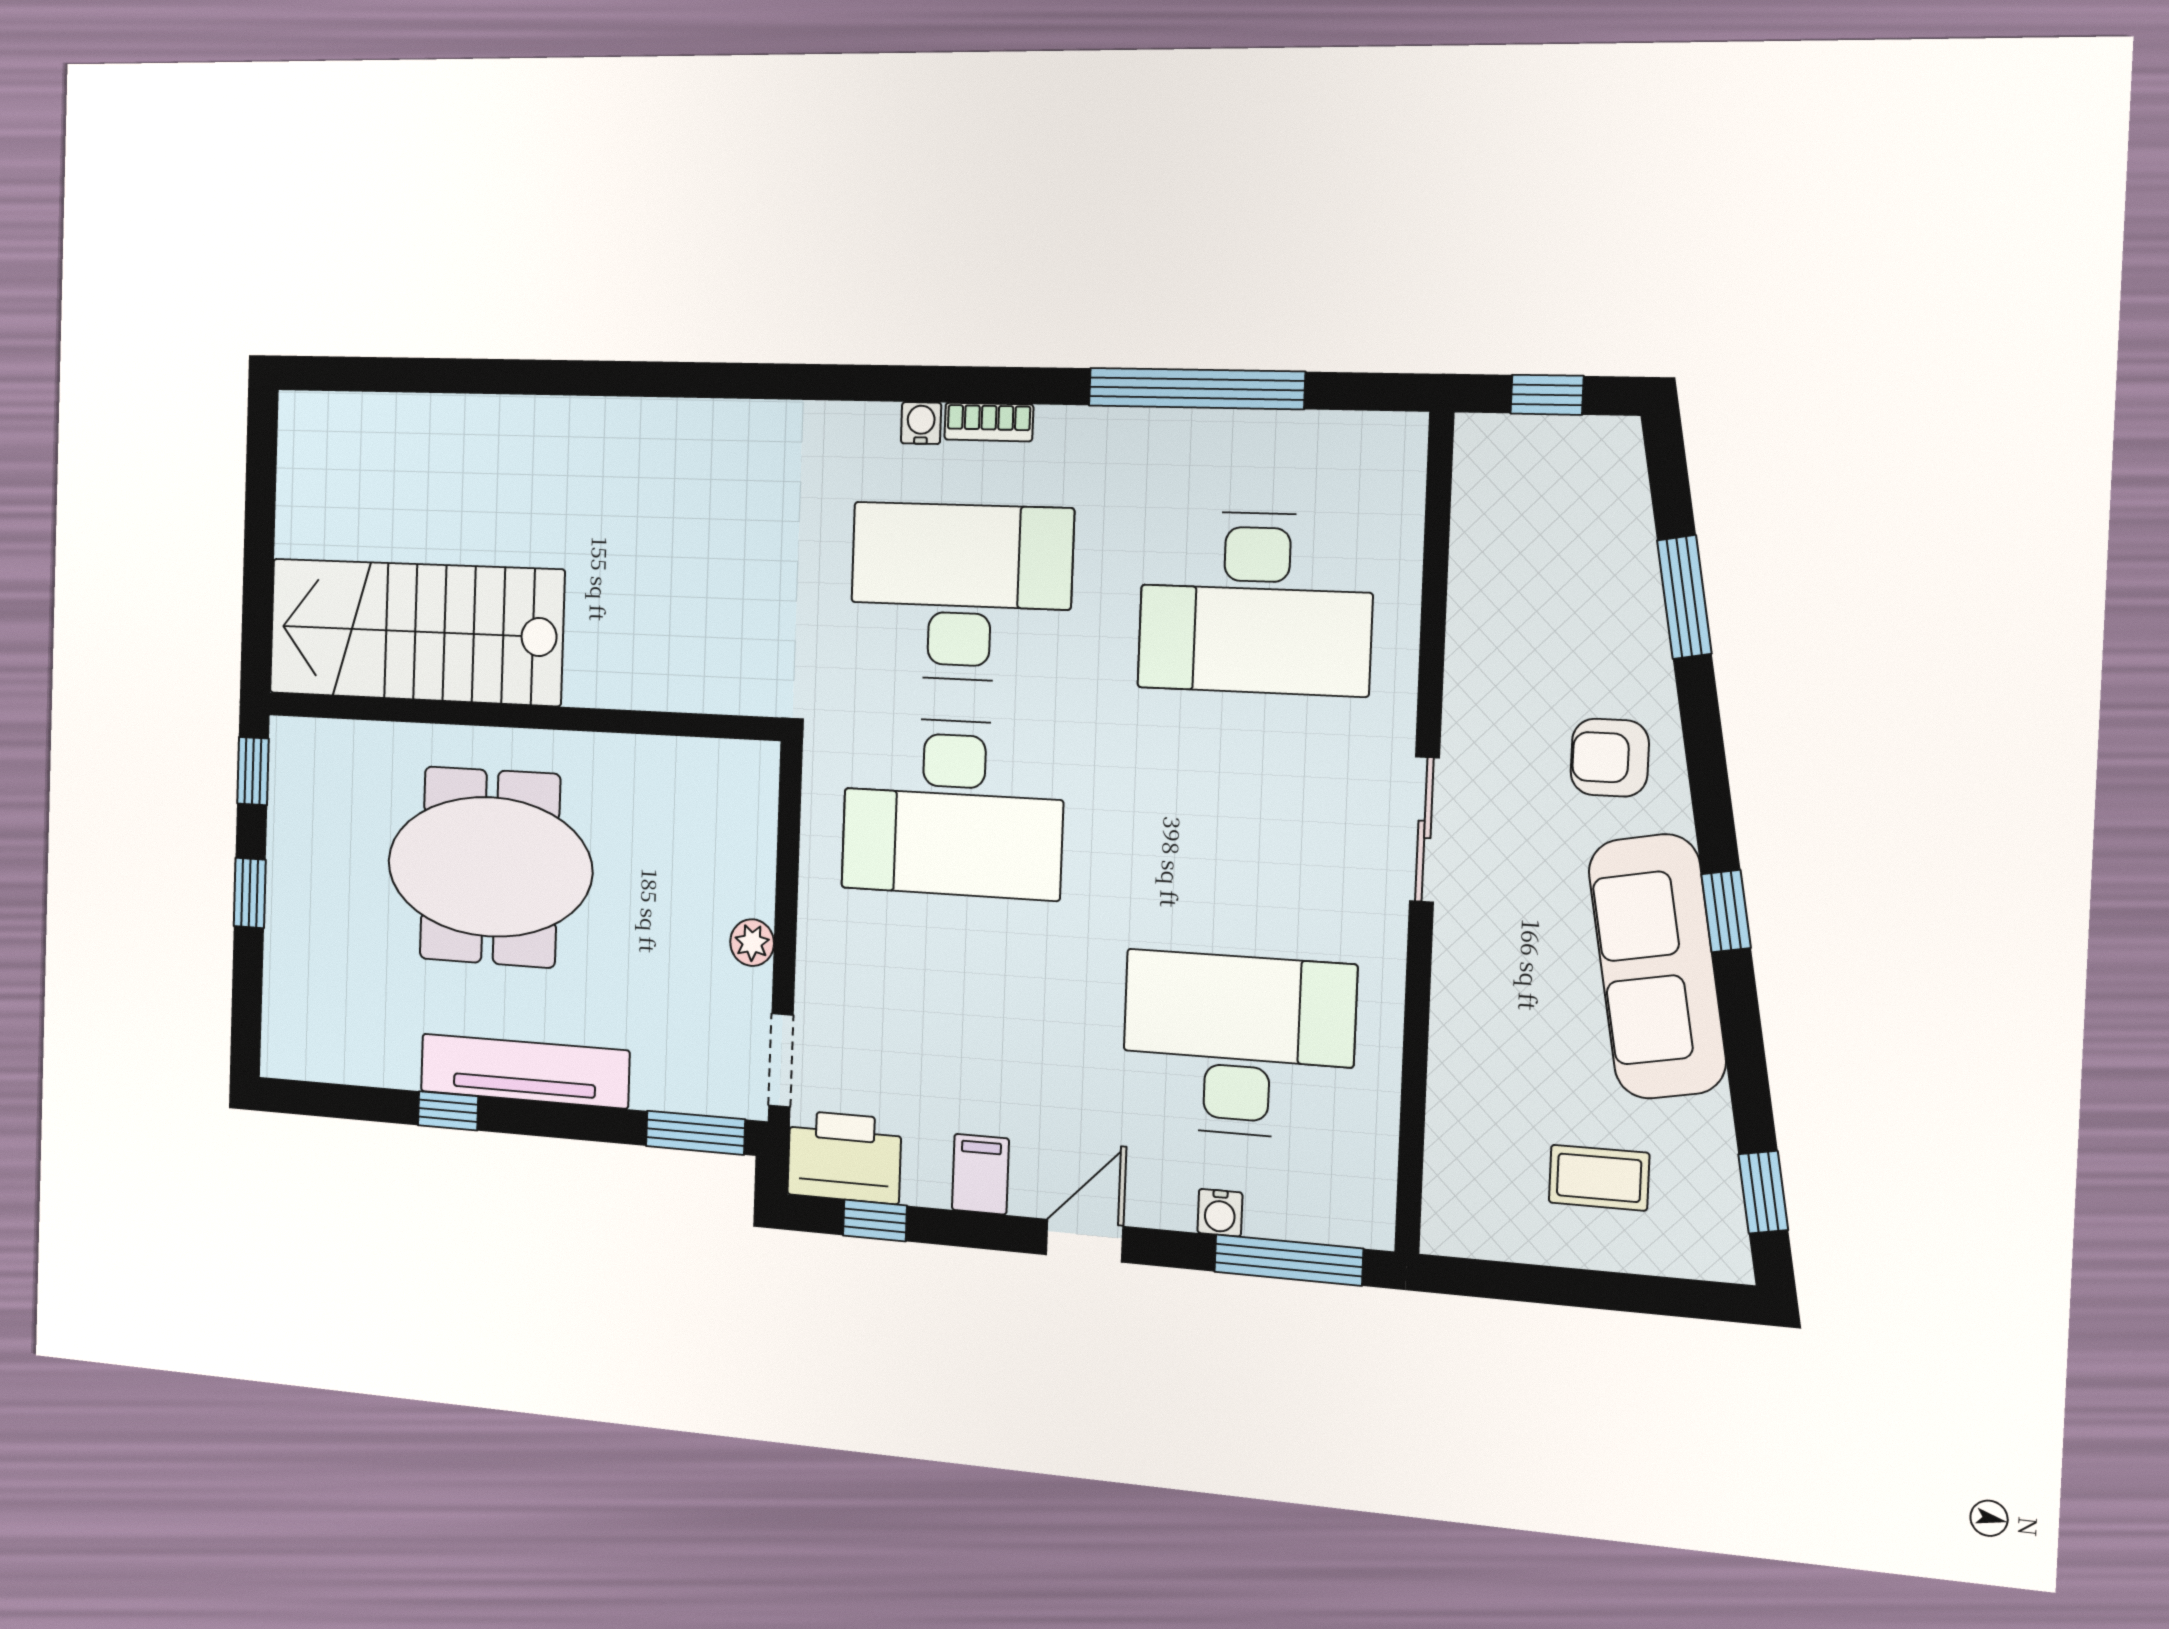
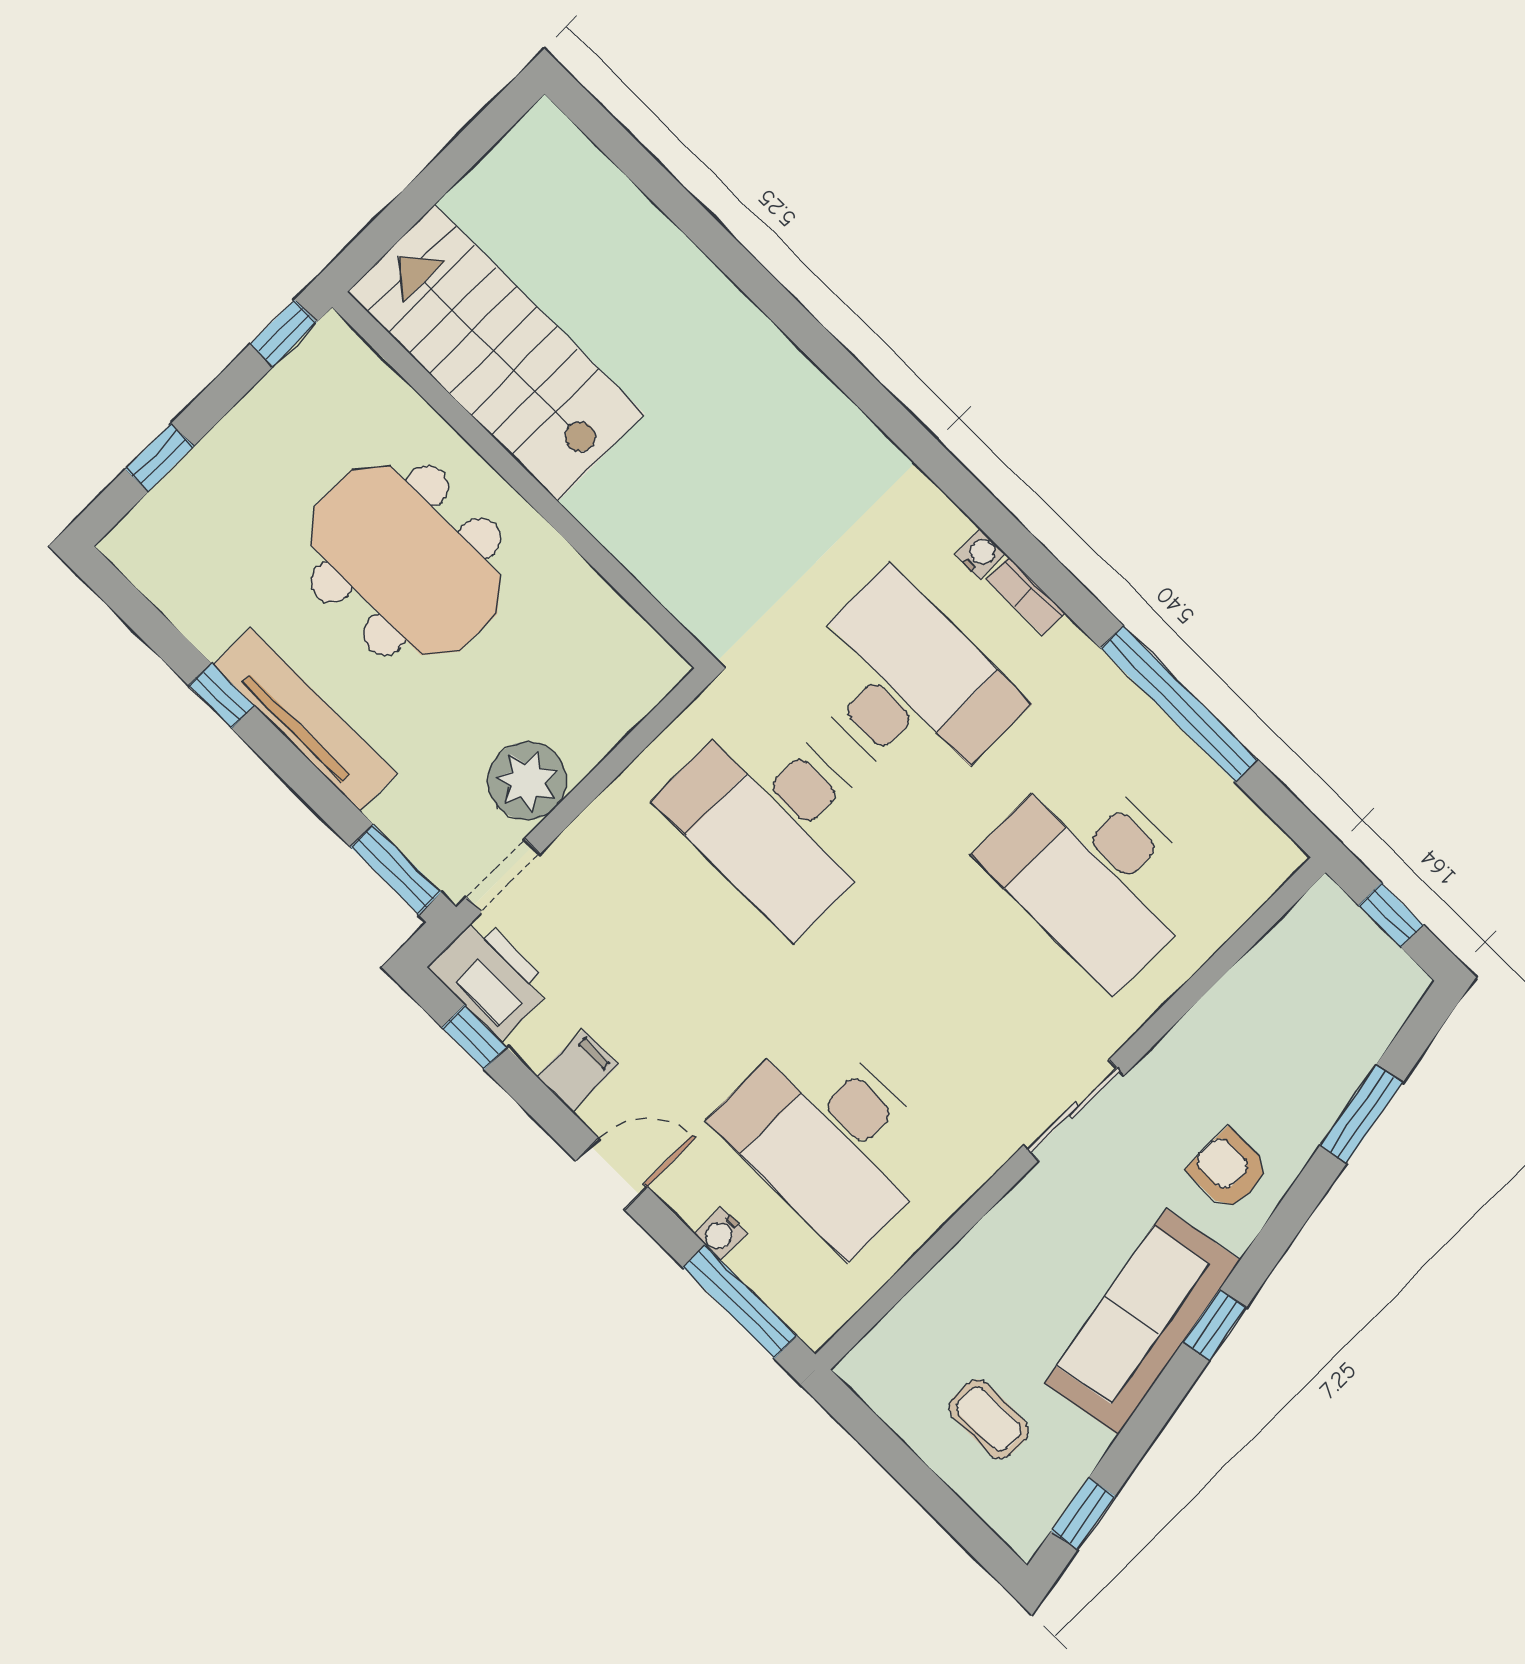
window: (250, 893) -> (159, 458), moved
plant: (752, 943) -> (527, 781), width x1.88, depth x1.88
desk: (1238, 1045) -> (830, 1138), turned 180

